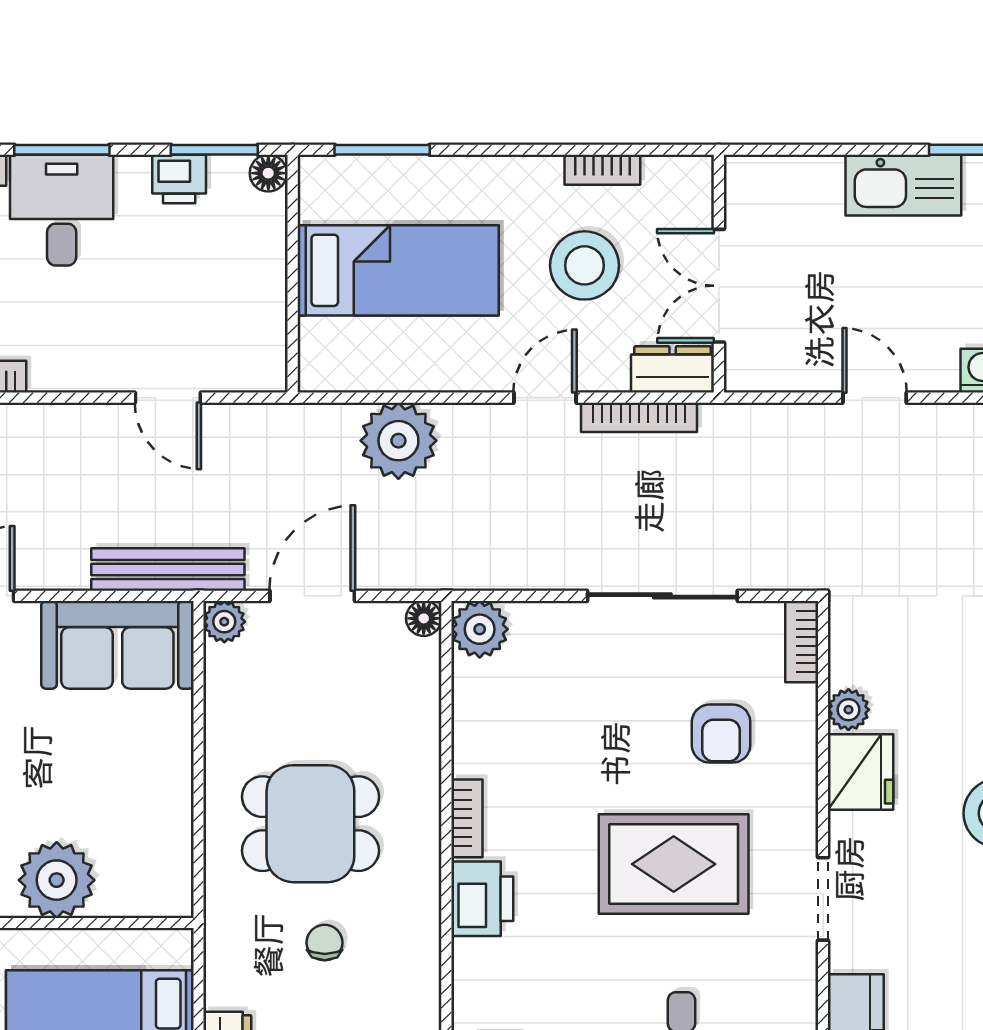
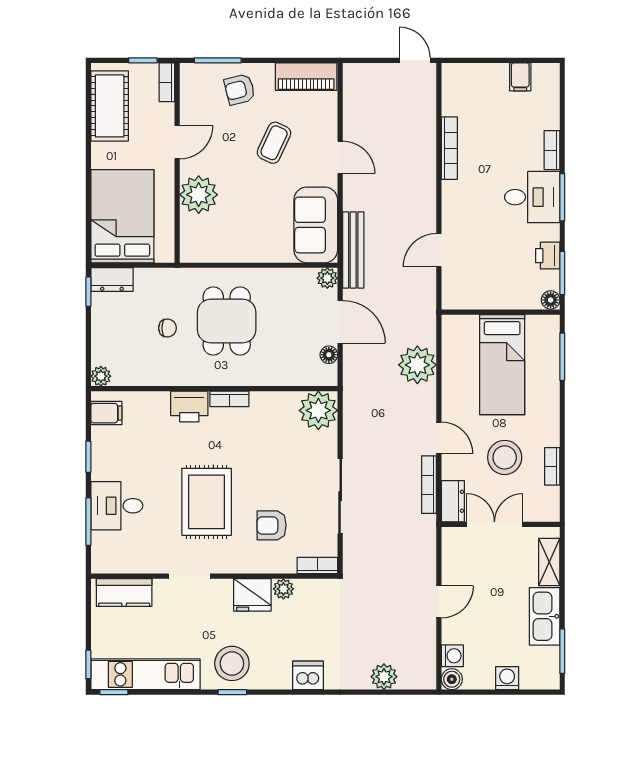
shelving: (795, 176) -> (549, 562), added
floor lamp: (424, 618) -> (329, 355), moved
plant: (480, 629) -> (318, 410), width x1.36, depth x1.36

